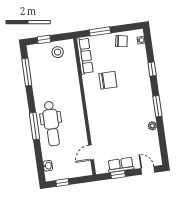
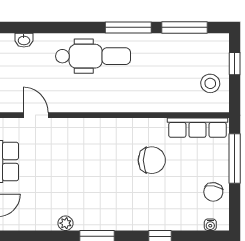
window: (100, 31) -> (235, 159), width x1.44
chair: (108, 80) -> (152, 160), turned -90
dental chair: (51, 124) -> (93, 56), turned 180
window: (34, 126) -> (128, 27), moved

